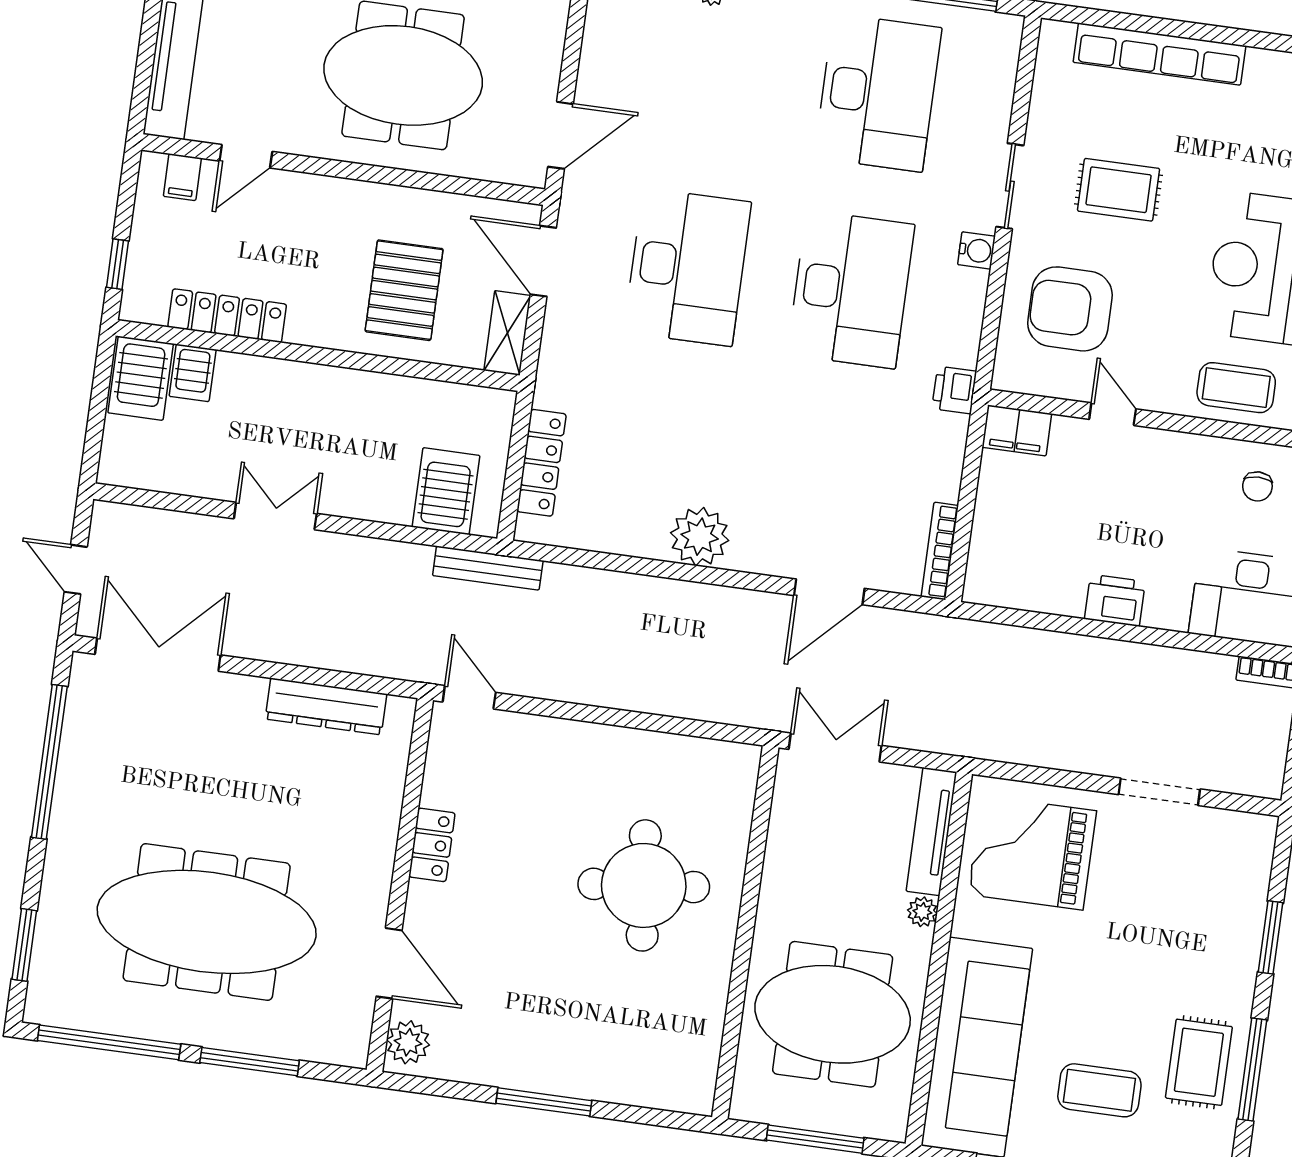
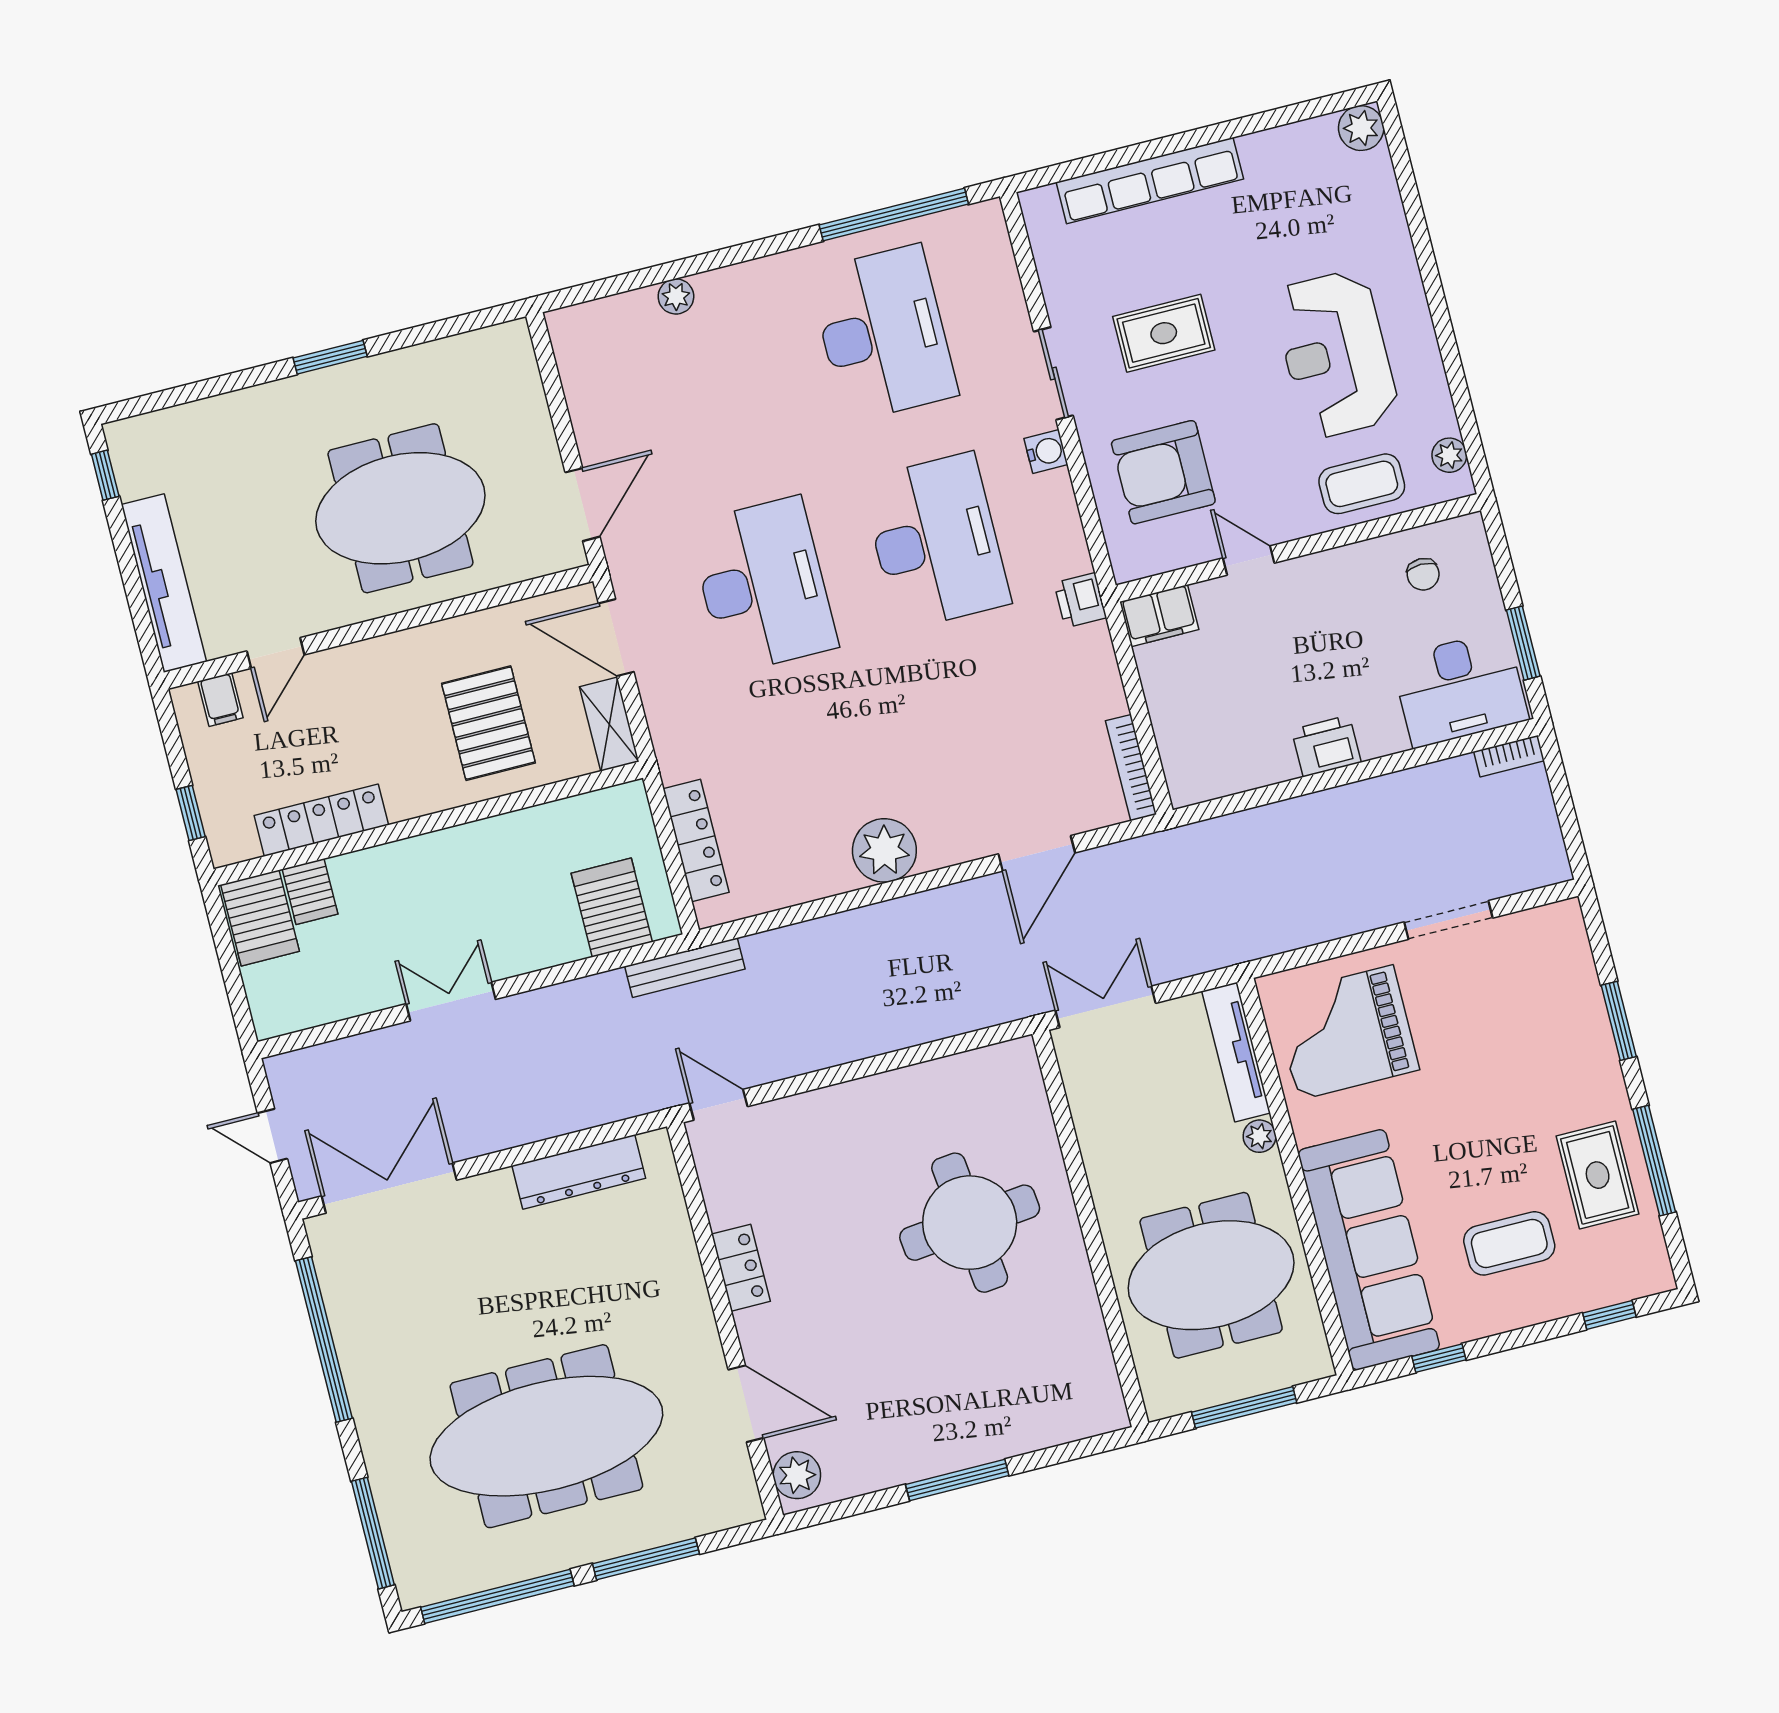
window: (24, 945) -> (373, 1533), width x1.44

